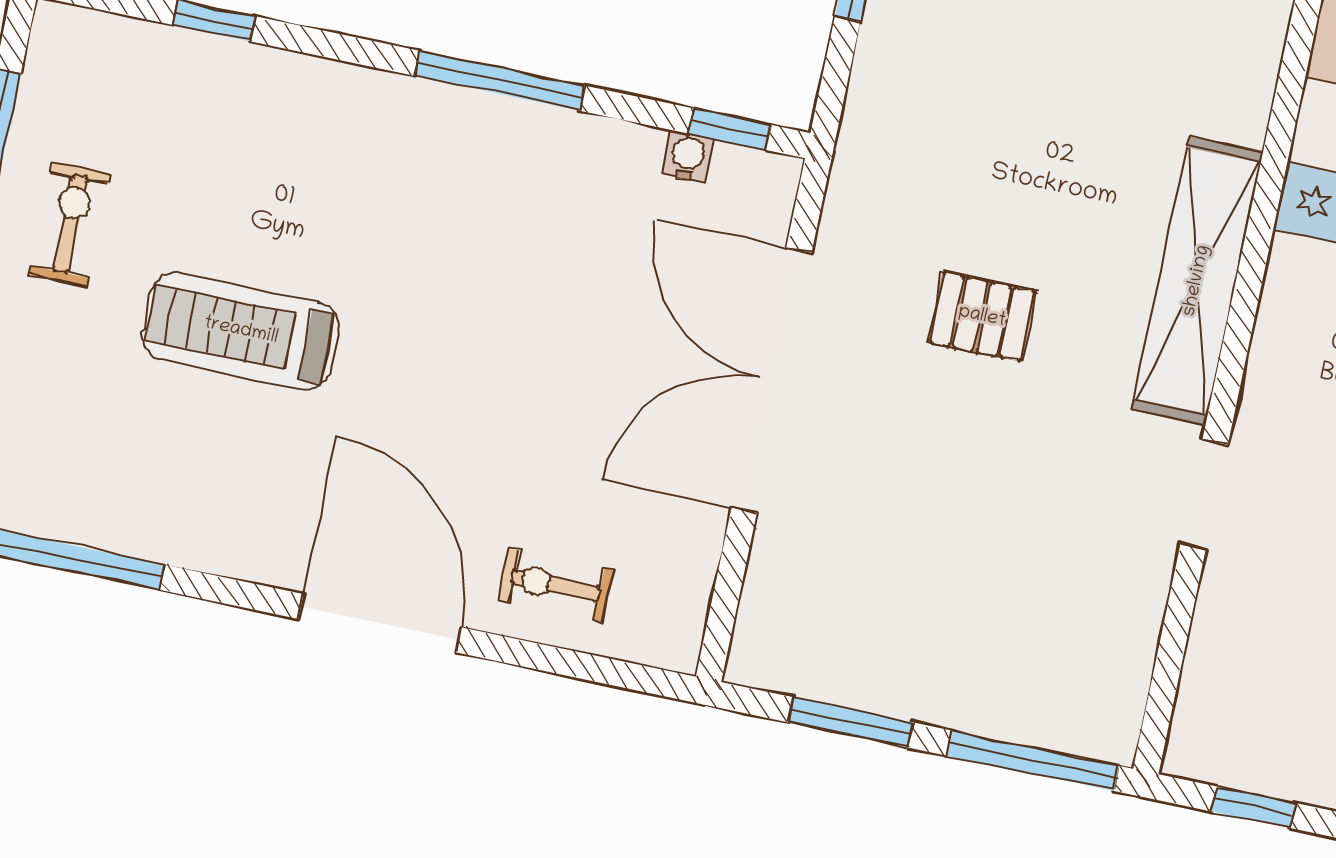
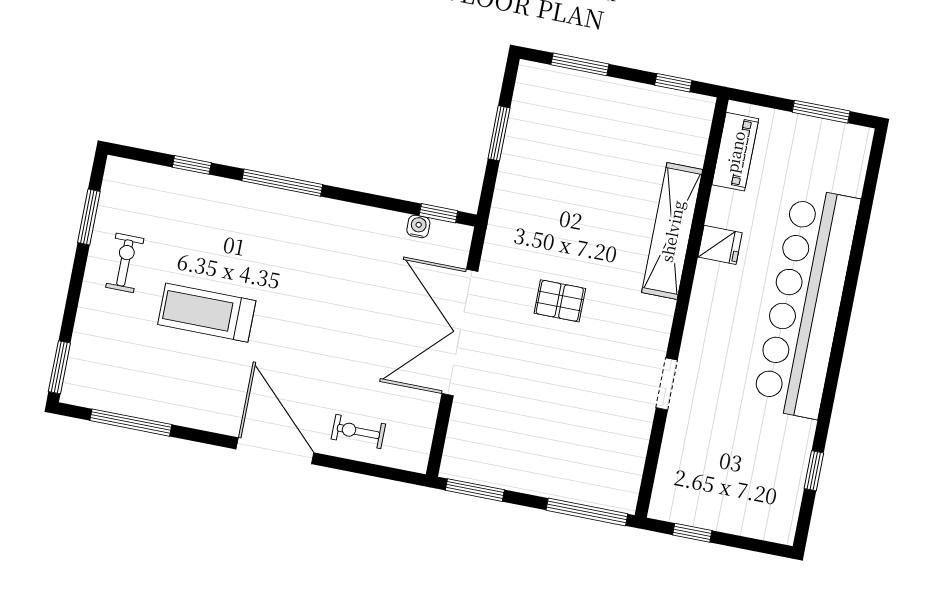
window: (500, 81) -> (282, 183), moved
shelving: (1197, 281) -> (672, 231), moved
window: (850, 722) -> (475, 490), moved

